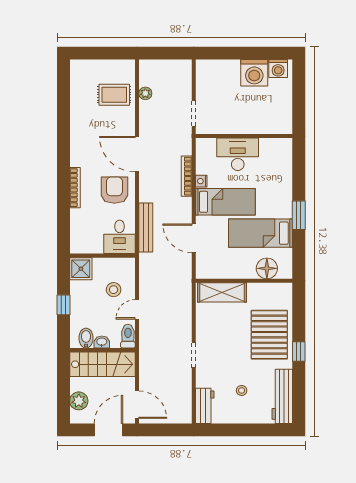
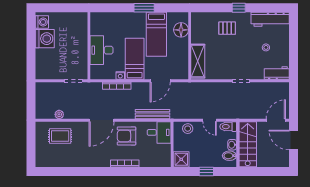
rug: (114, 95) -> (60, 136), turned 90
stool: (114, 290) -> (188, 129), moved
pallet: (269, 335) -> (227, 28), width x0.49, depth x0.50
plant: (79, 401) -> (273, 161), removed

